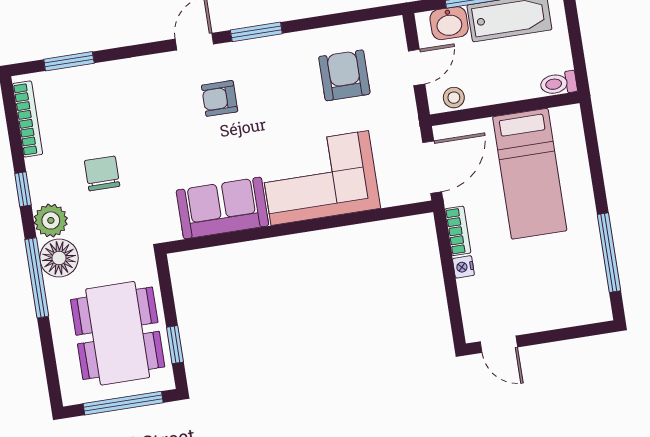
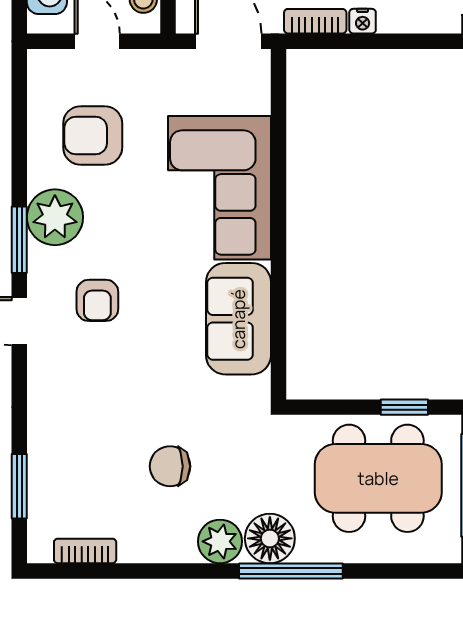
plant: (278, 56) -> (55, 217), added
bookcase: (28, 119) -> (85, 551), width x0.64
window: (23, 189) -> (174, 571), removed

